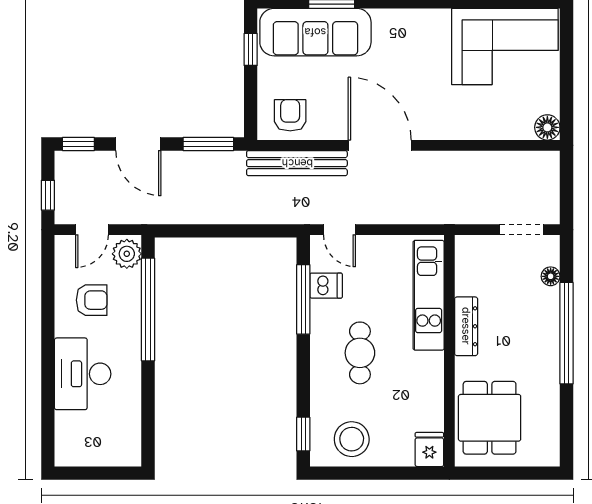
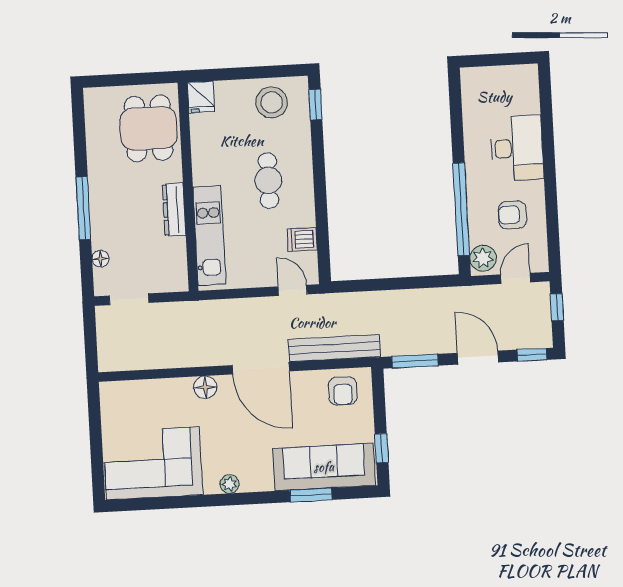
plant: (421, 19) -> (229, 484), added
floor lamp: (547, 127) -> (205, 387), moved
window: (303, 299) -> (322, 226), removed
window: (567, 333) -> (83, 208), width x0.68

